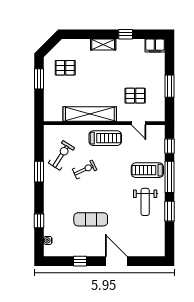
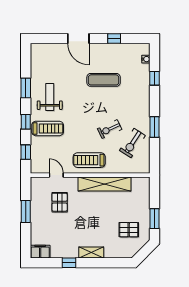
pallet: (135, 96) -> (60, 202), turned 90
window: (170, 177) -> (26, 122), width x0.46

